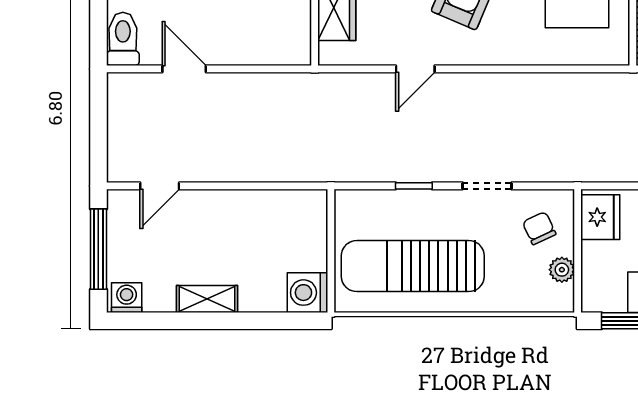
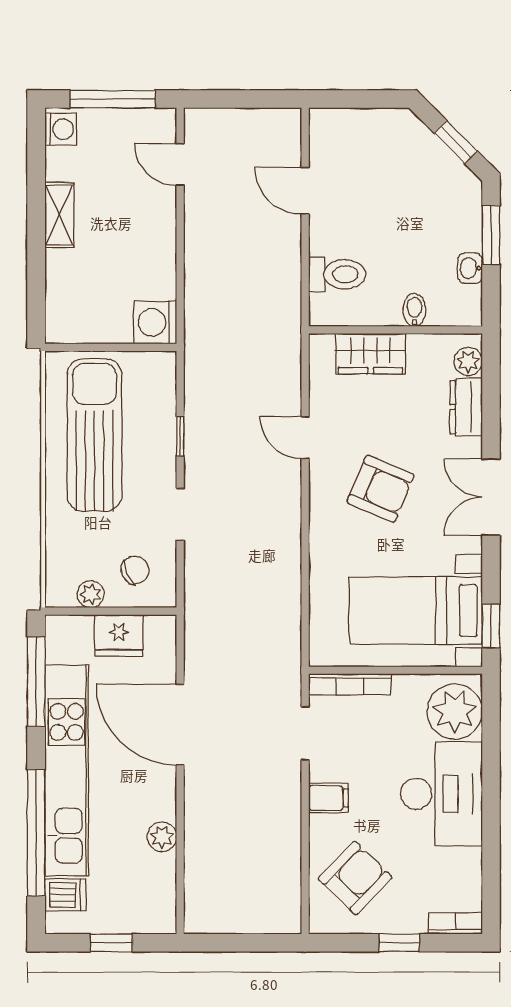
toilet: (123, 39) -> (337, 274), moved
door: (184, 69) -> (305, 191), swing flipped
fridge: (600, 217) -> (119, 635), moved
washing machine: (307, 293) -> (155, 322), moved, turned -90

